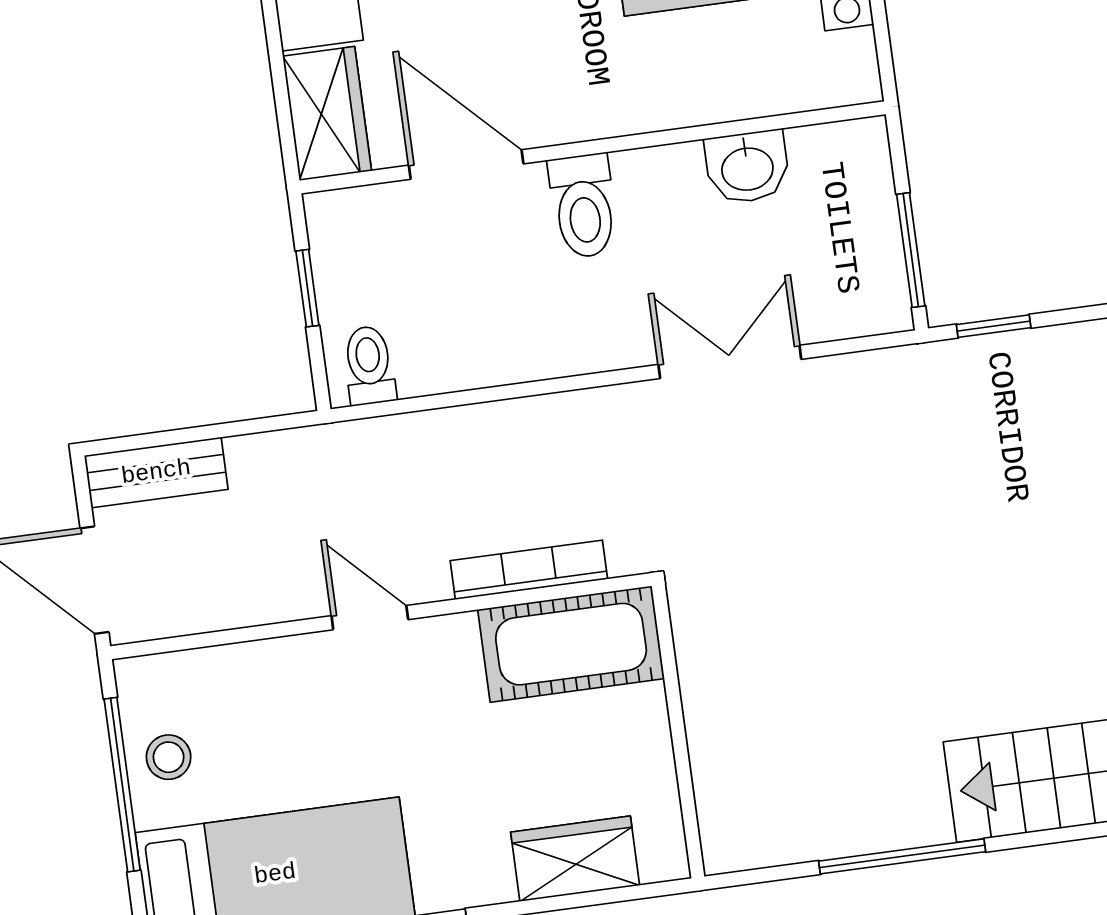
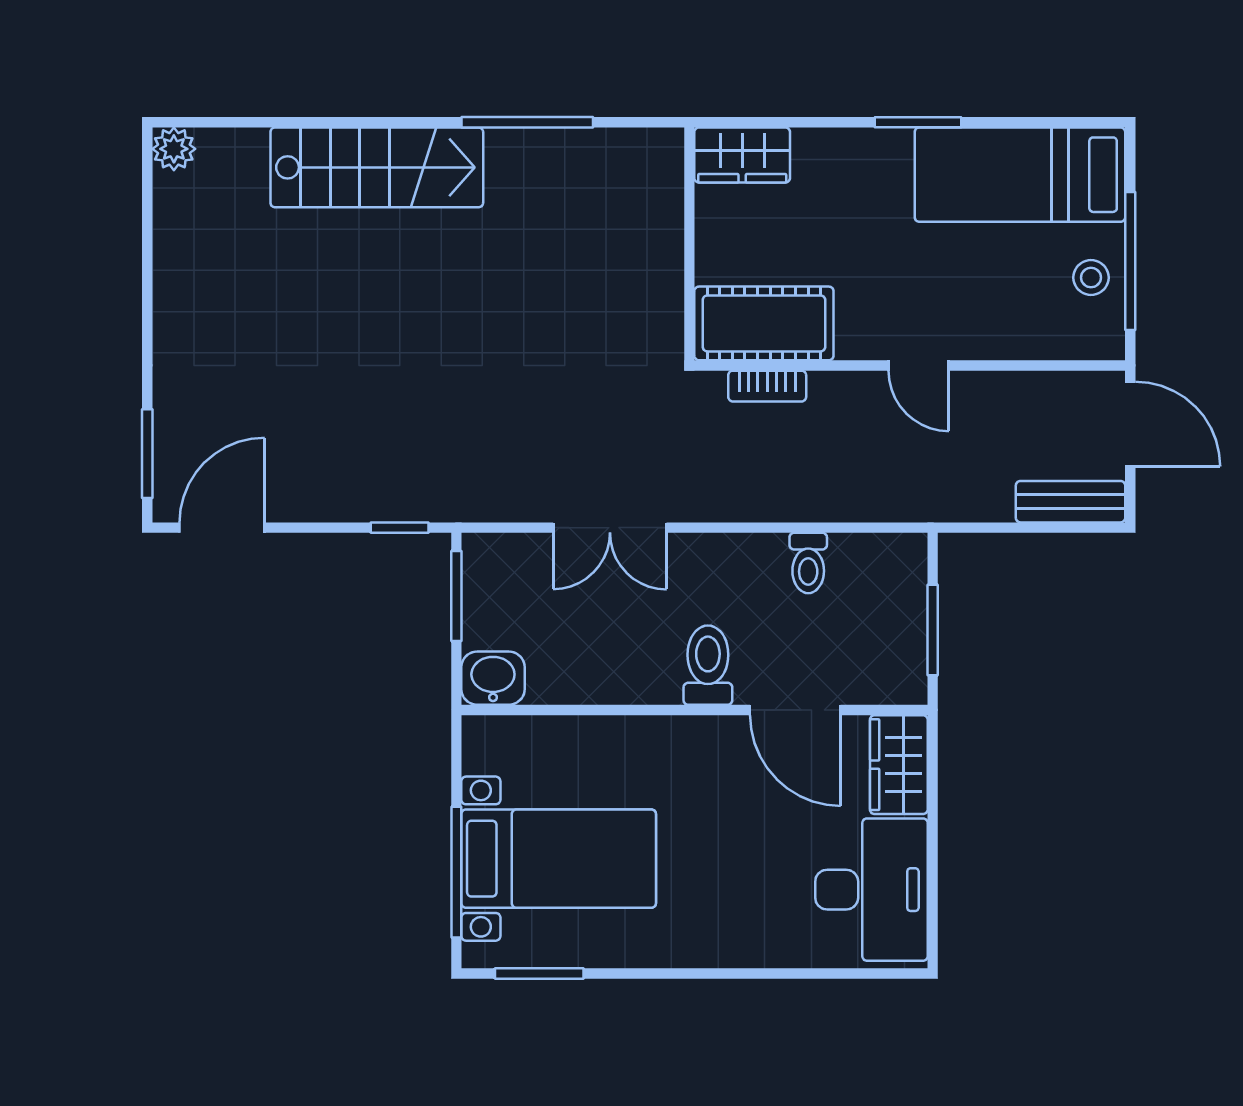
washbasin: (747, 167) -> (493, 678), moved
window: (307, 288) -> (933, 630), width x1.50
toilet: (369, 365) -> (808, 563), moved
bookcase: (529, 570) -> (767, 386), width x0.64
wardrobe: (575, 859) -> (742, 155), moved

